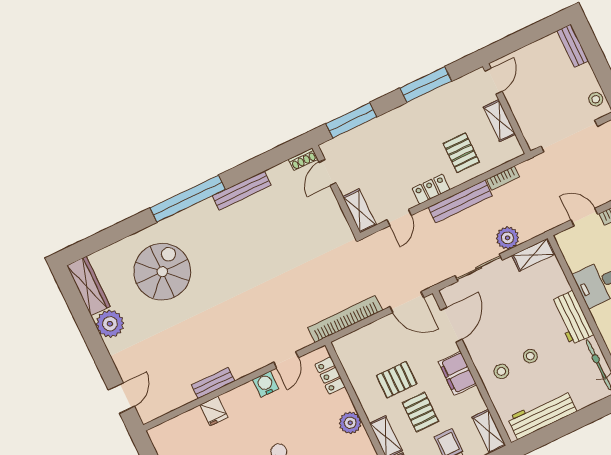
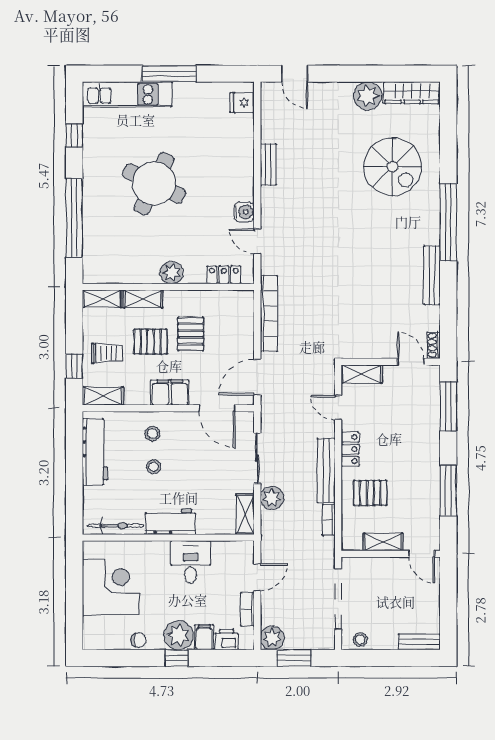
fridge: (214, 411) -> (242, 103), moved

